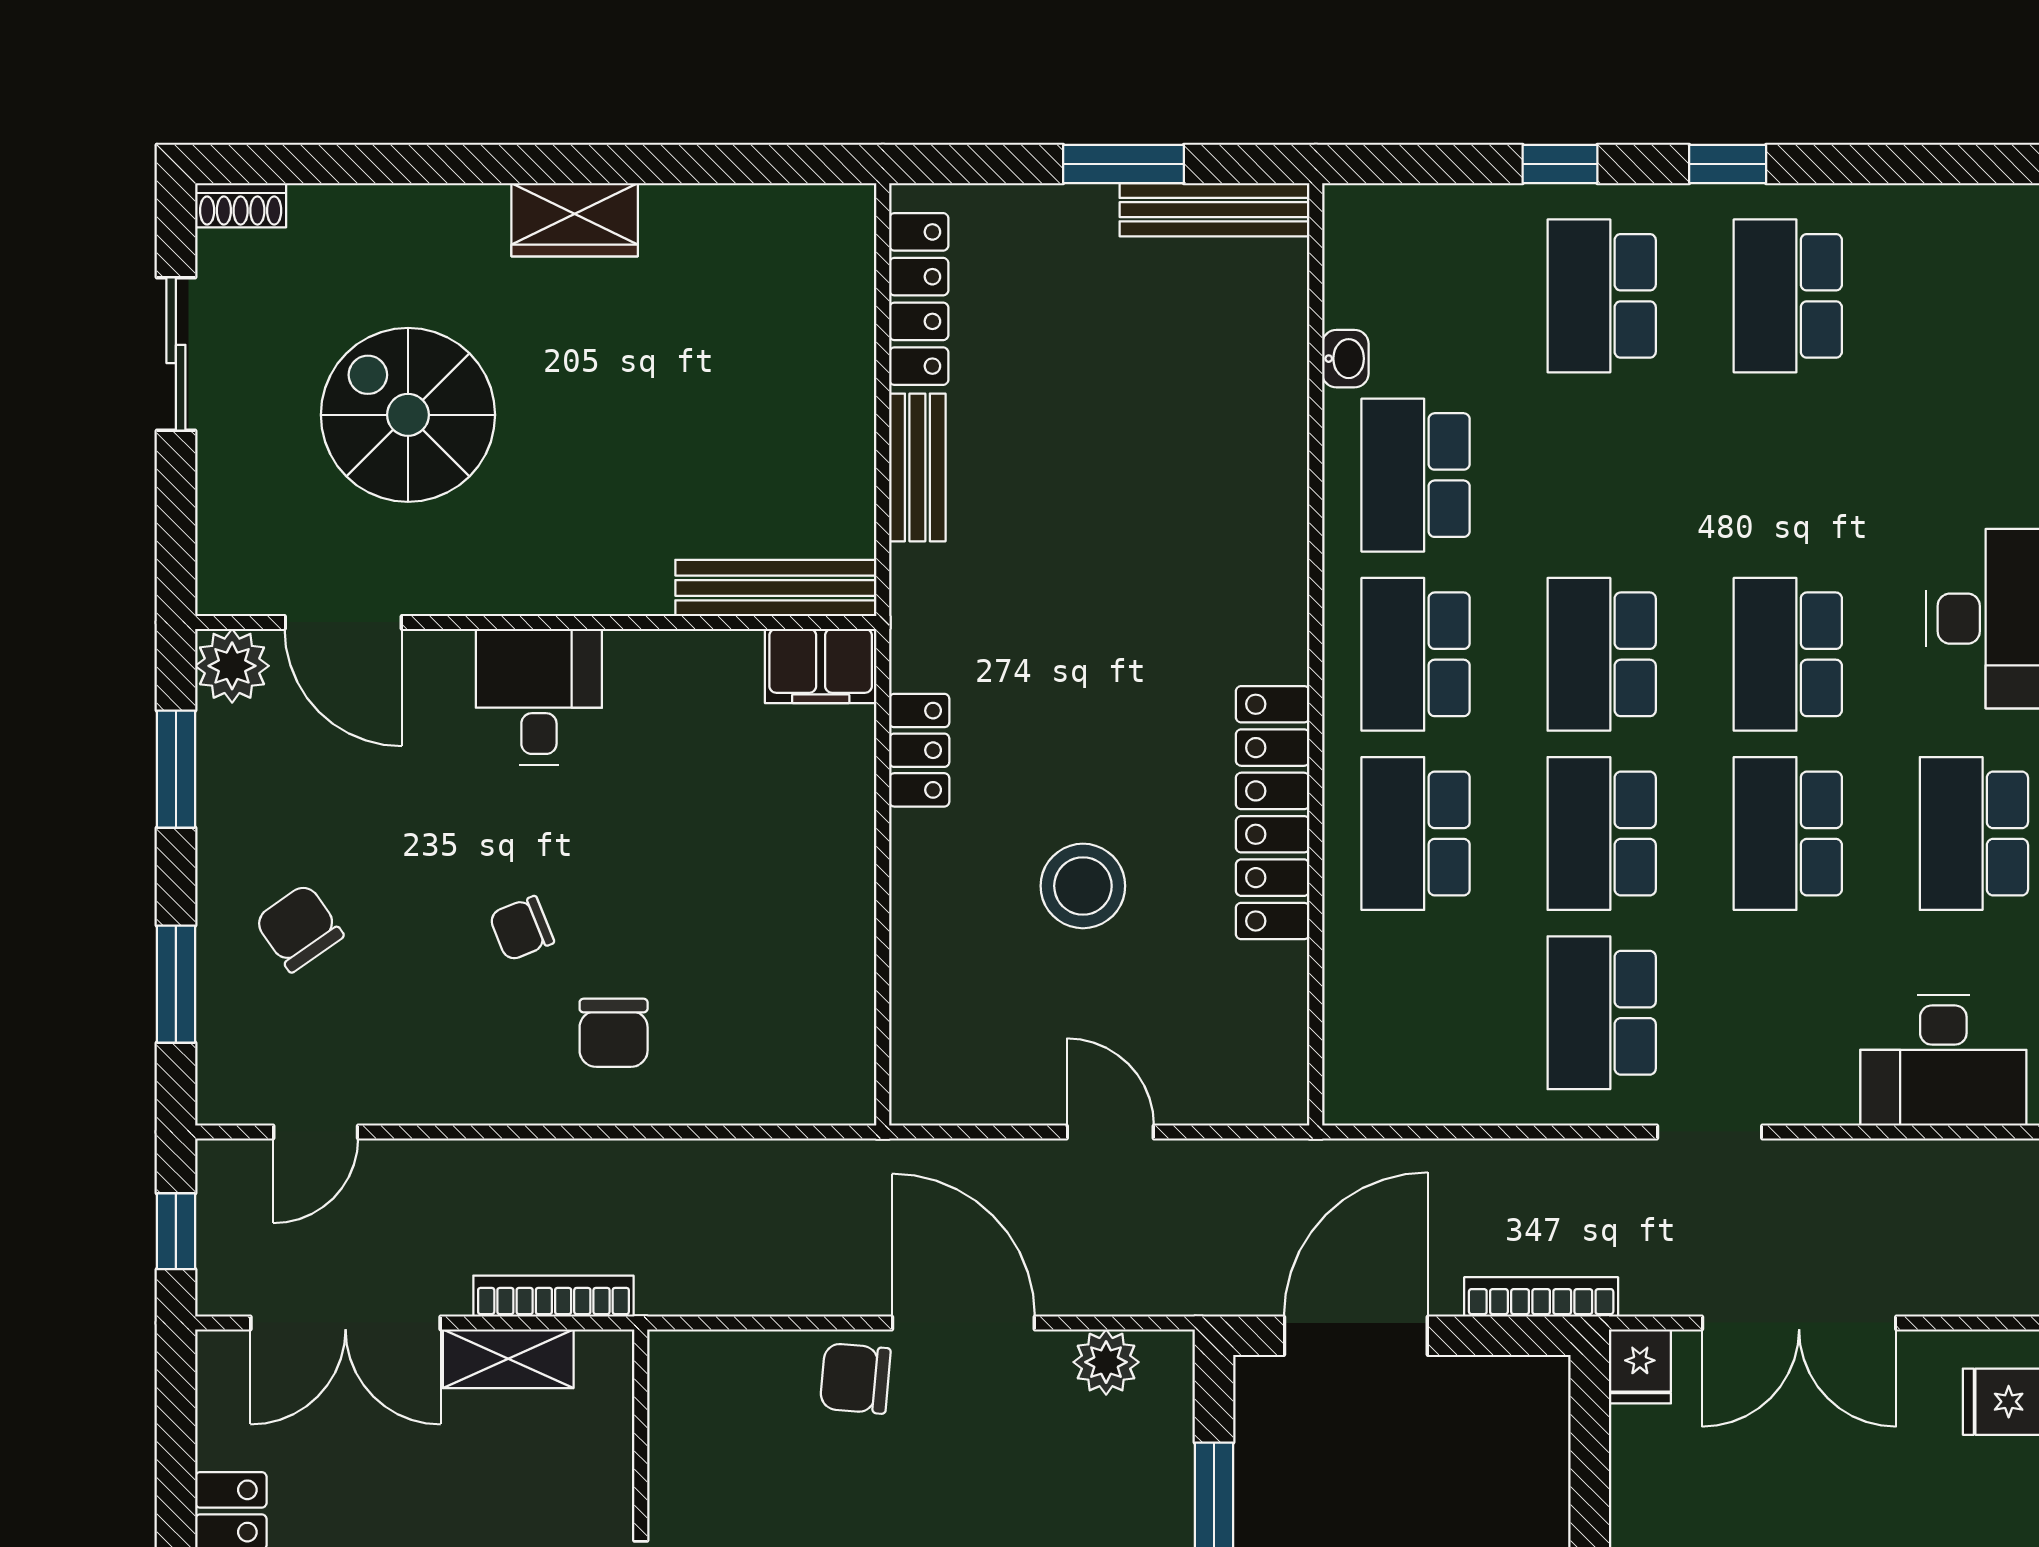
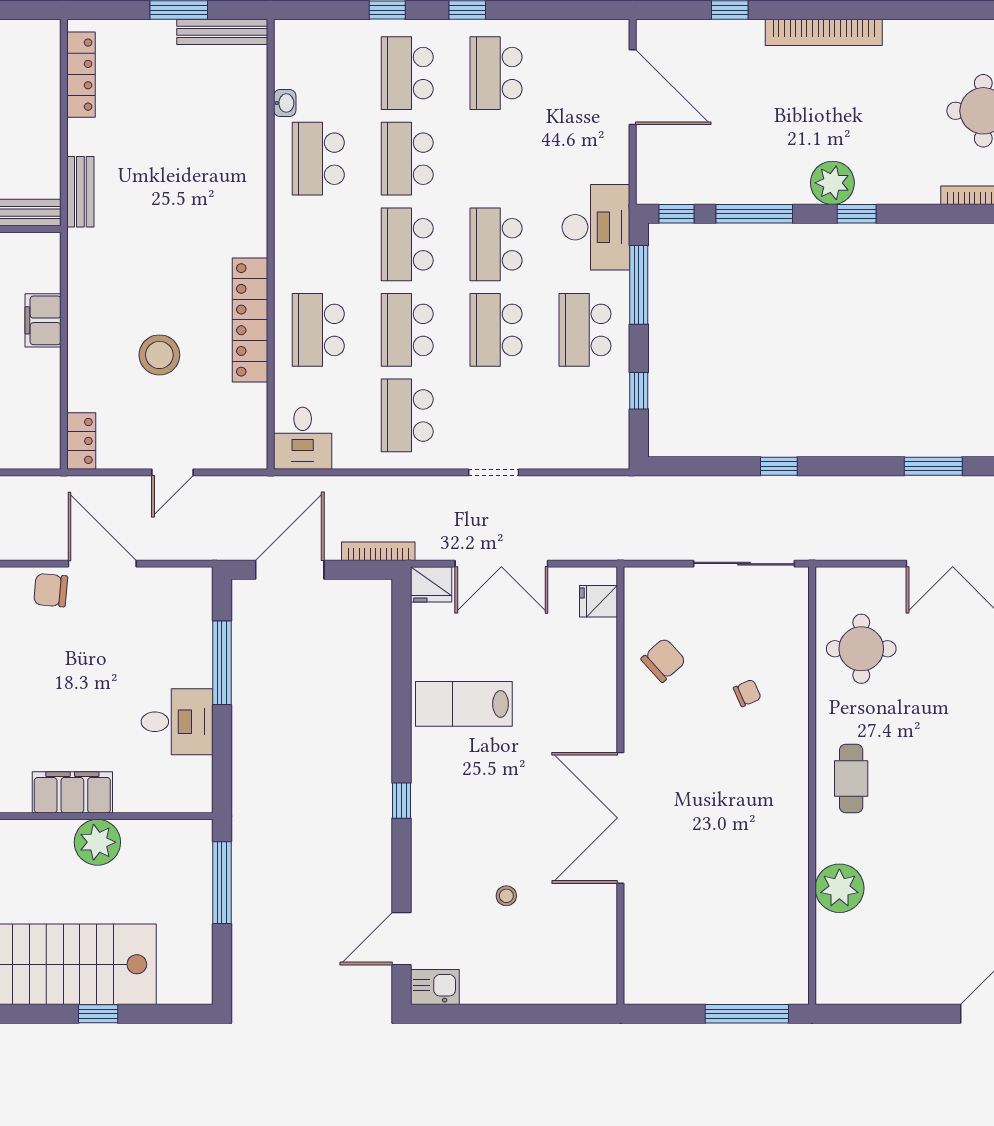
bench: (917, 467) -> (80, 192), moved
school desk: (1416, 654) -> (407, 159), moved
filing cabinet: (821, 666) -> (43, 320), moved, turned 90
locker: (919, 750) -> (81, 441), moved
desk: (1943, 1060) -> (303, 438), moved, width x0.73
door: (1110, 1132) -> (172, 472), swing flipped
doorway: (1710, 1132) -> (494, 472), moved
plant: (1106, 1362) -> (170, 582), removed
fridge: (1640, 1366) -> (431, 584), width x1.38

